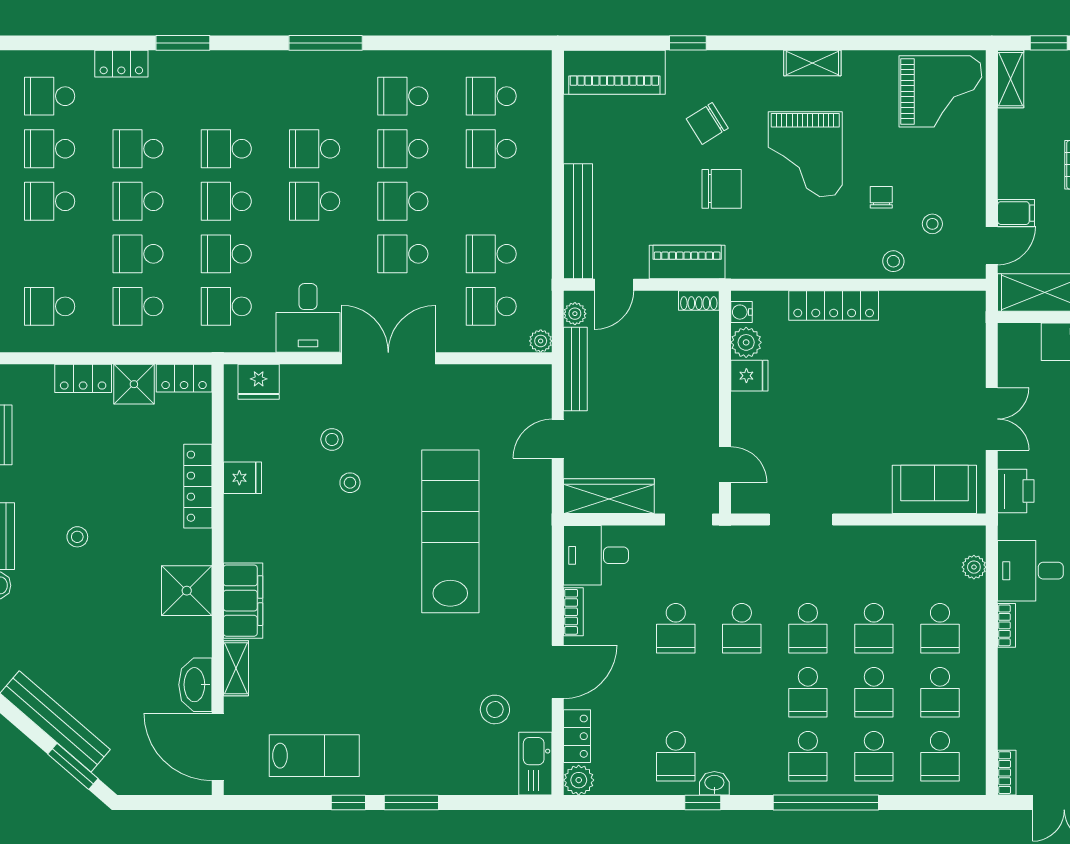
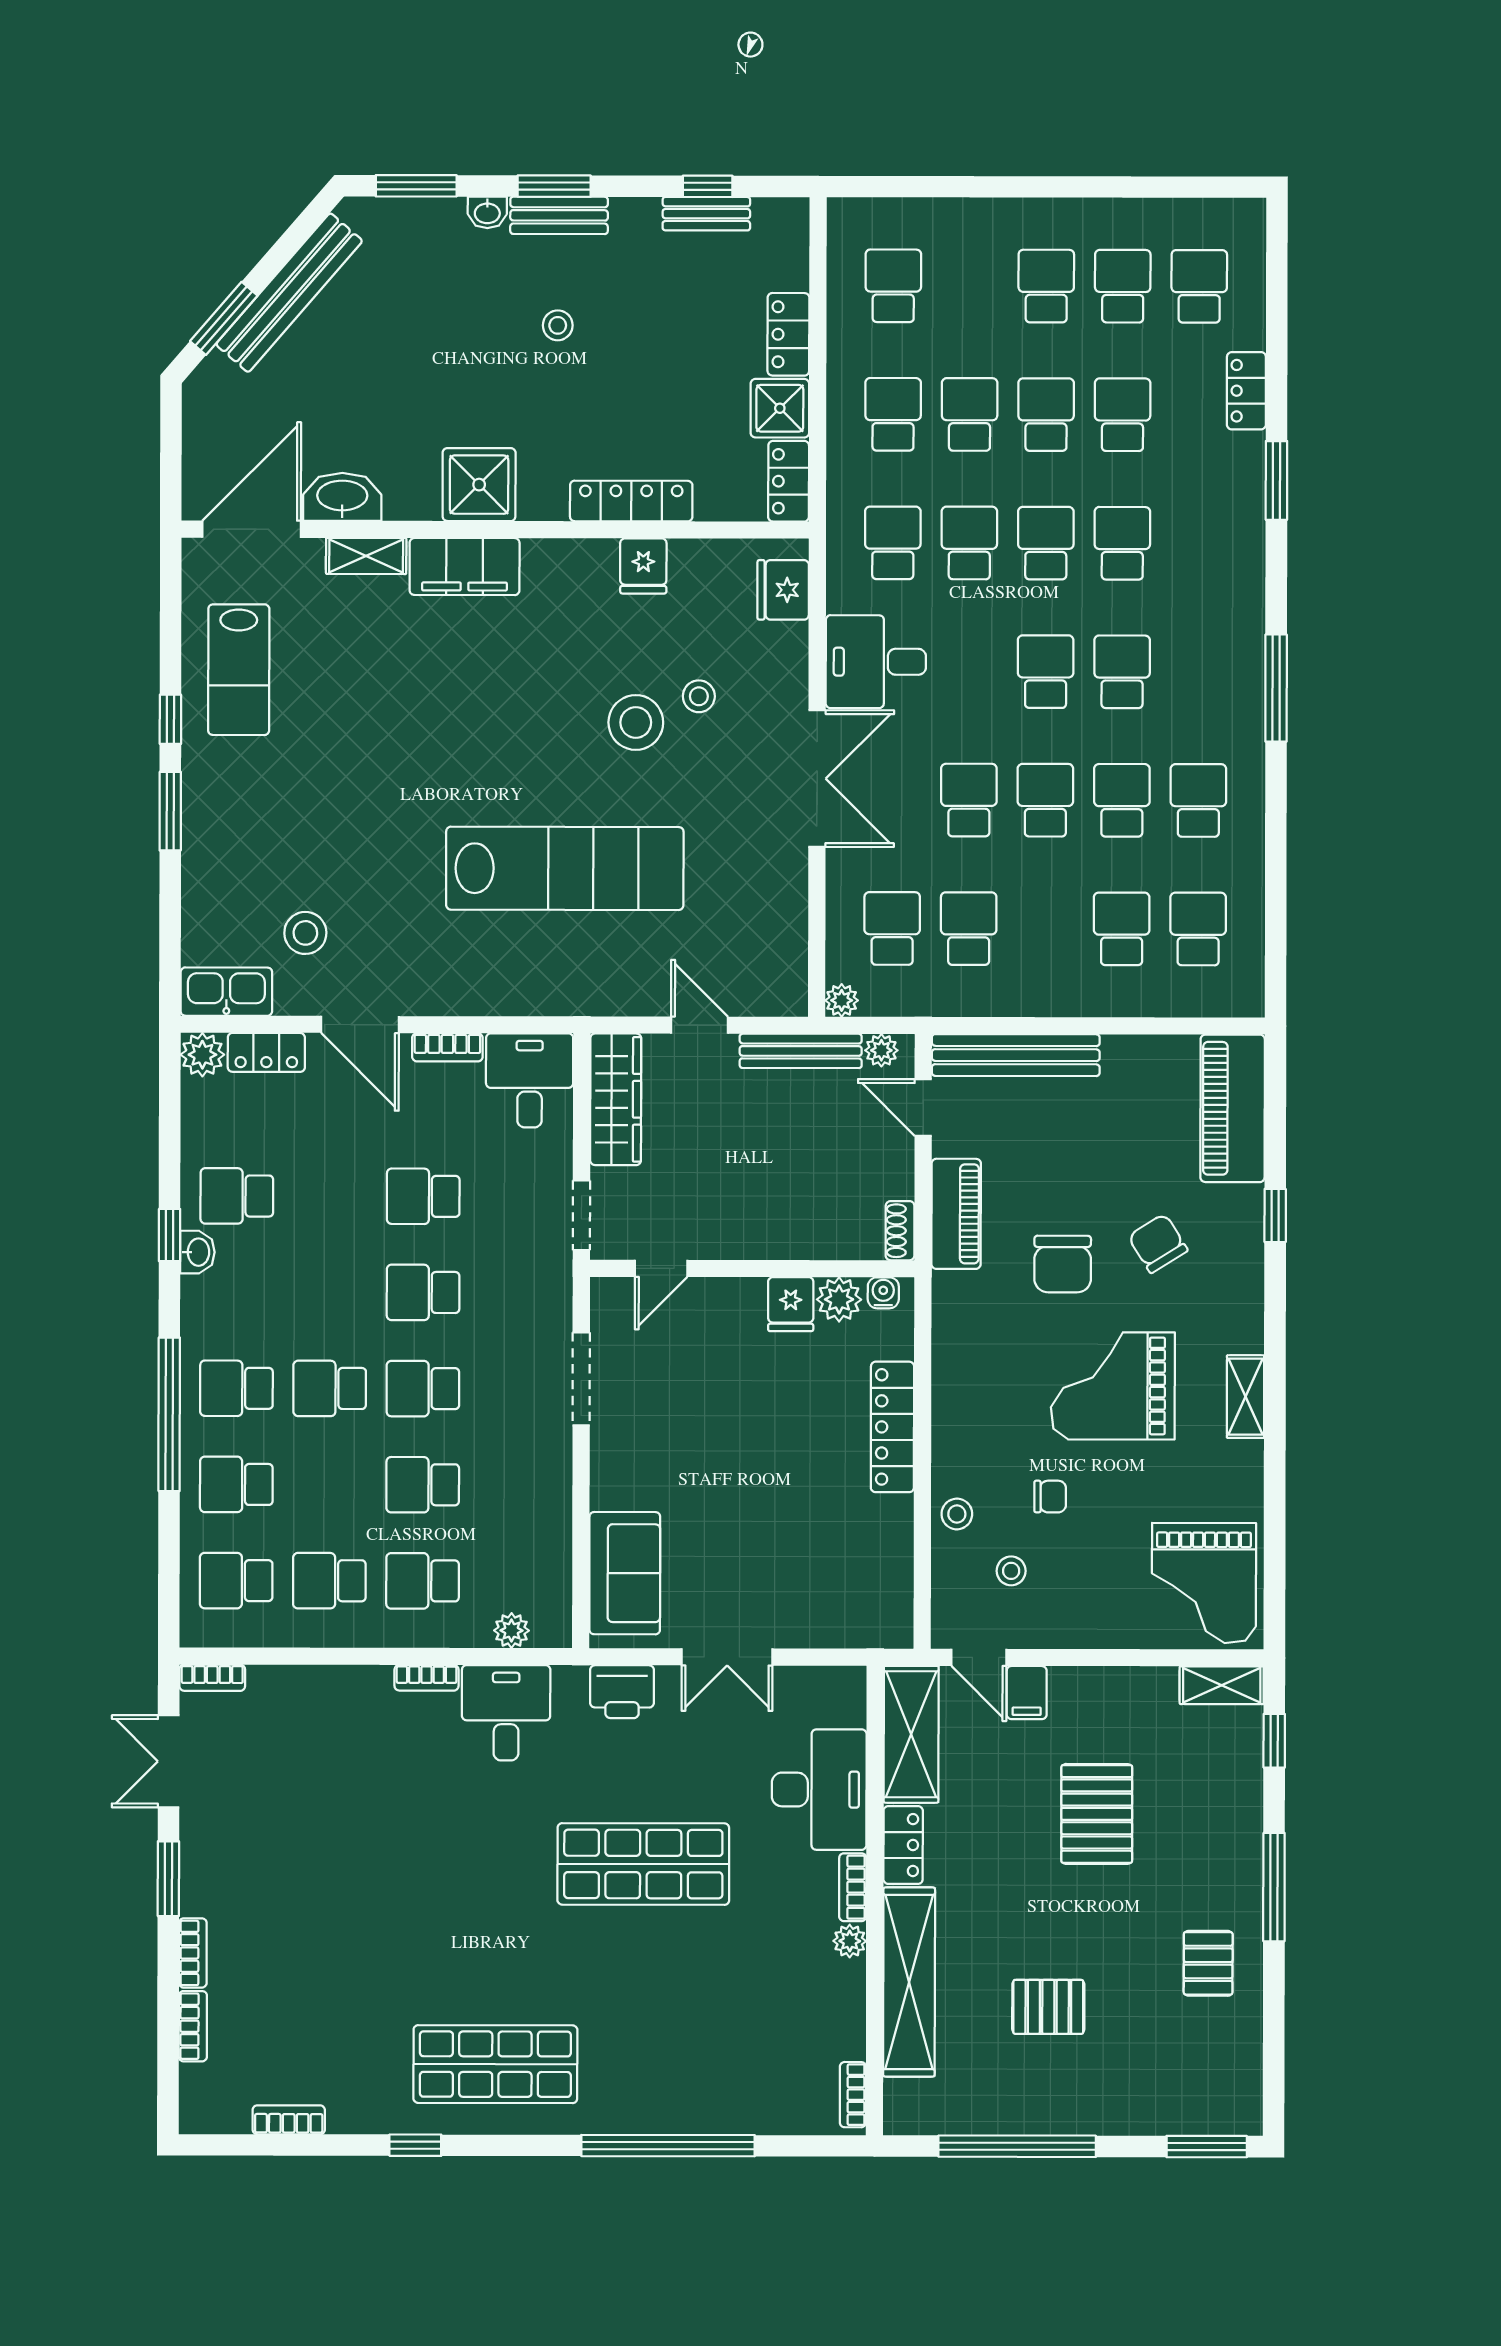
stool: (350, 483) -> (636, 722), width x1.89, depth x1.89
school desk: (874, 692) -> (330, 1485), removed

